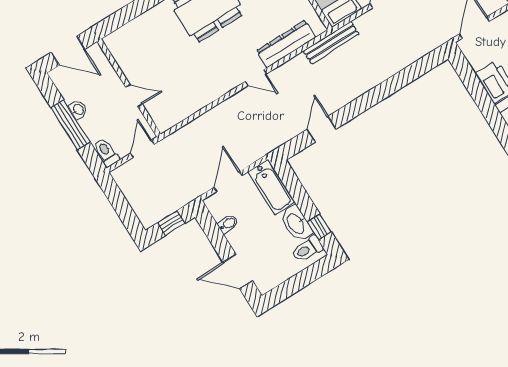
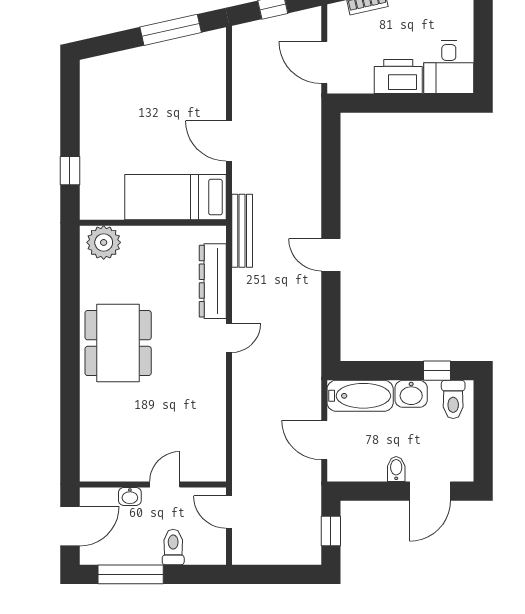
washbasin: (78, 110) -> (130, 496), moved, turned 180
window: (70, 125) -> (131, 574), moved
door: (322, 129) -> (331, 255), moved
toilet: (106, 152) -> (173, 547), moved, turned 90
bidet: (228, 224) -> (396, 469), moved
washbasin: (296, 224) -> (411, 394), width x0.72

